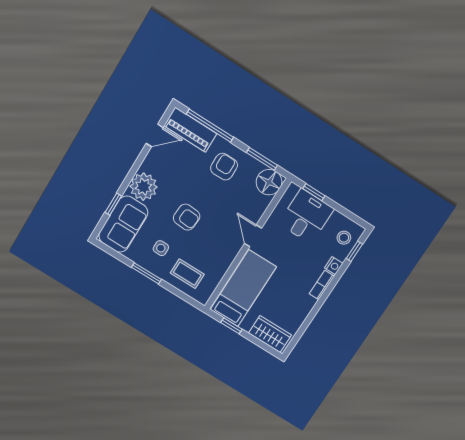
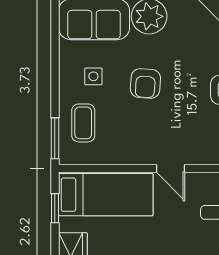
door: (253, 236) -> (170, 168), swing flipped
window: (146, 273) -> (55, 138), moved

